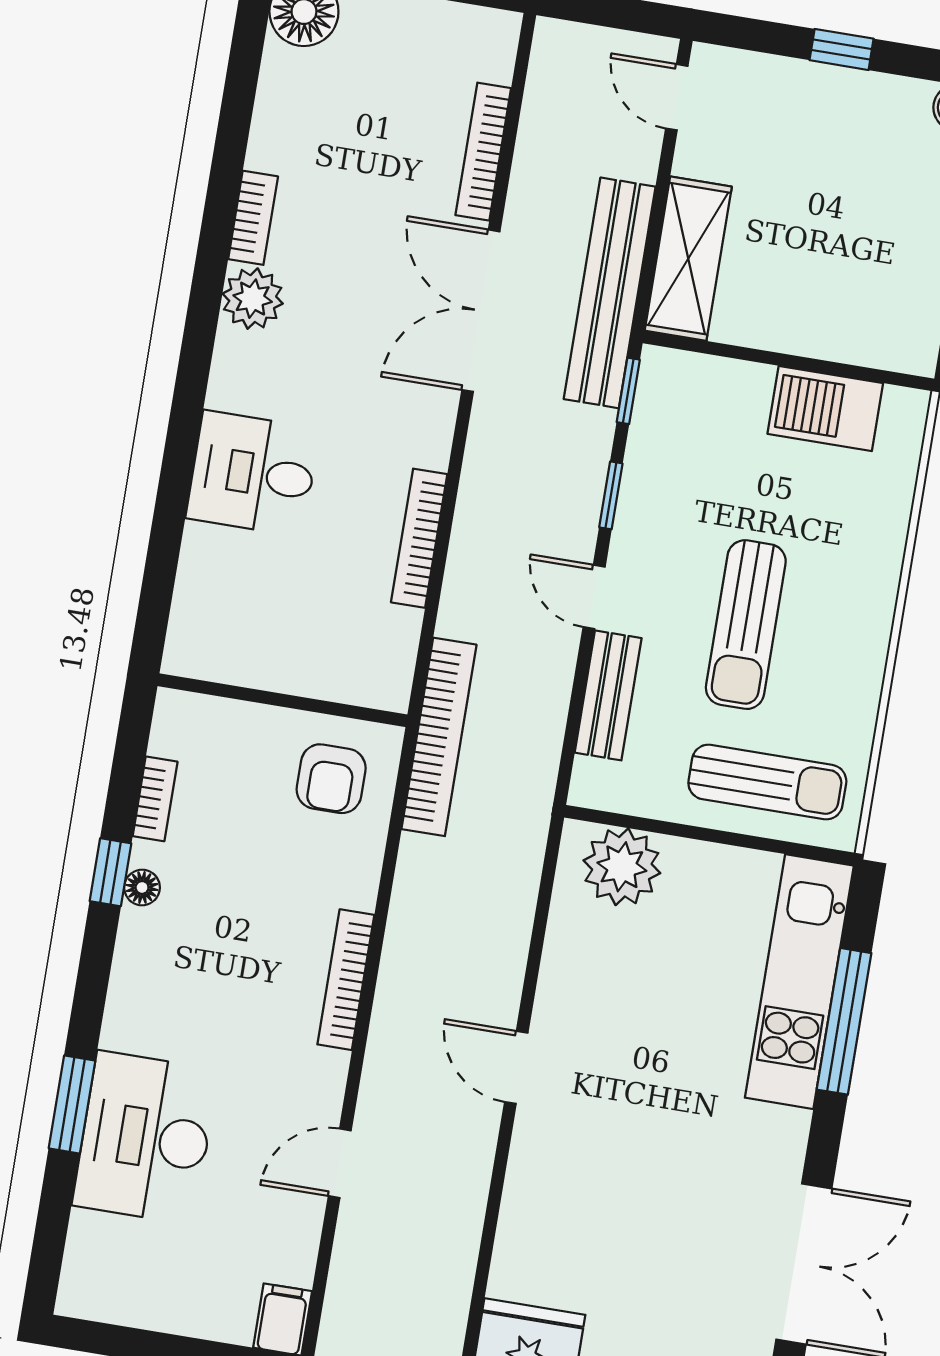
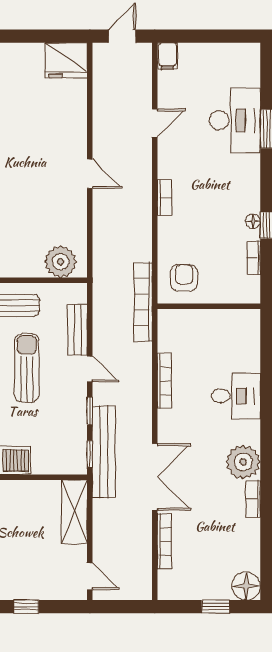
bench: (610, 293) -> (104, 452), moved
plant: (253, 299) -> (243, 462), width x1.36, depth x1.36
bookcase: (346, 980) -> (165, 198), width x0.64

